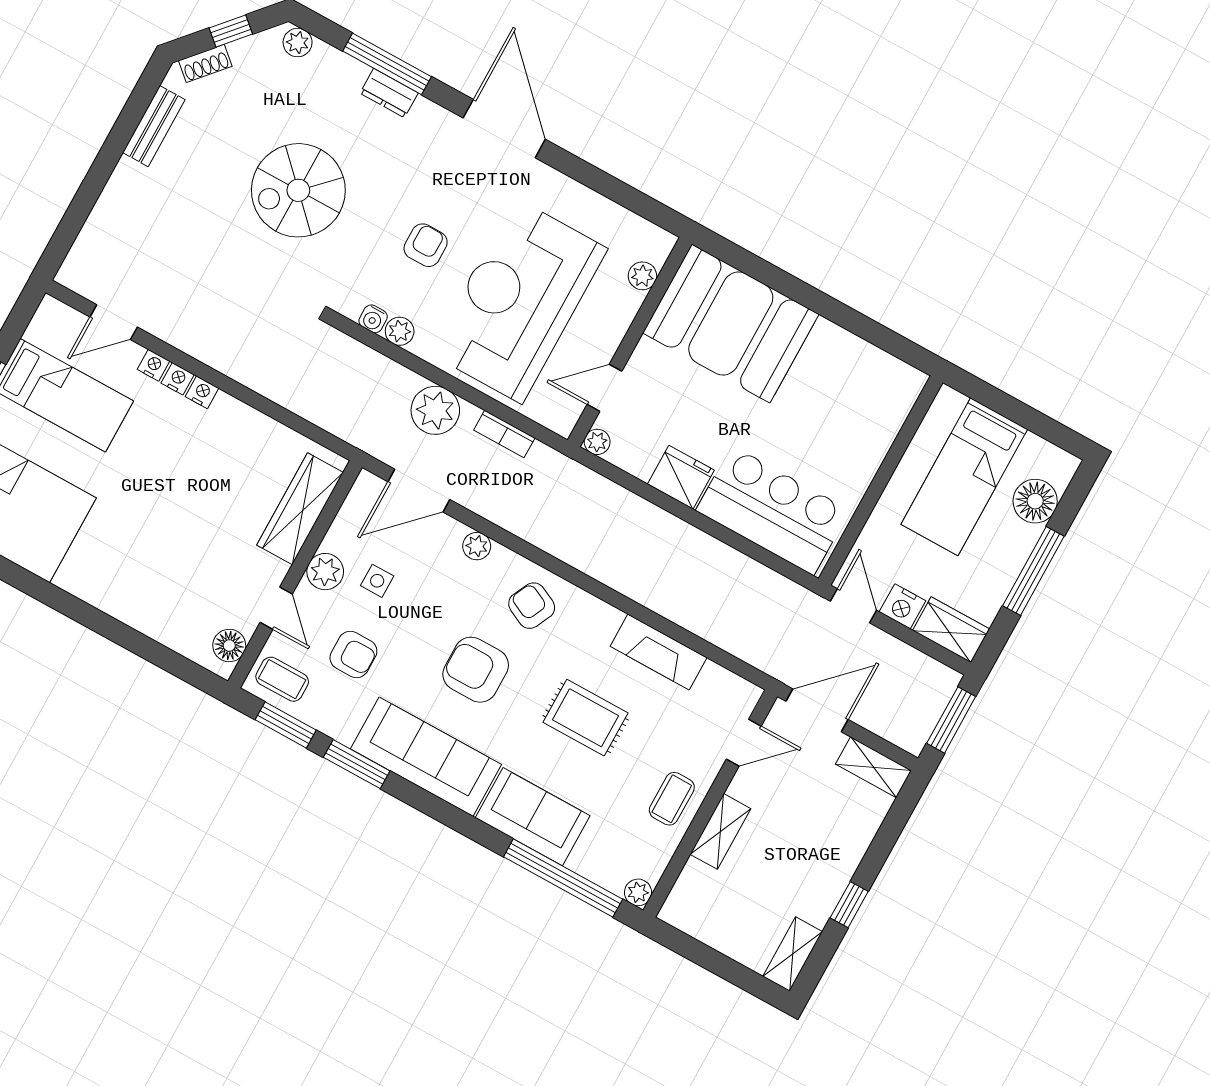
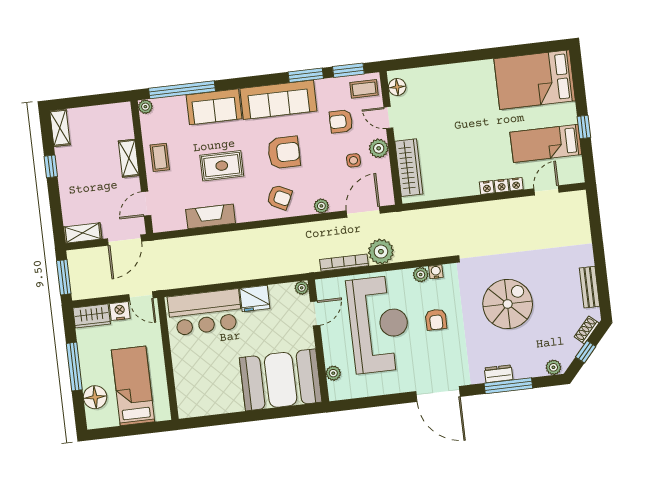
bookcase: (504, 434) -> (344, 263), width x1.56

